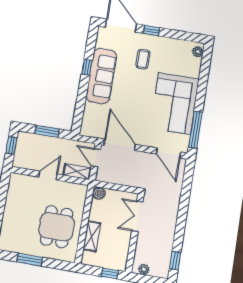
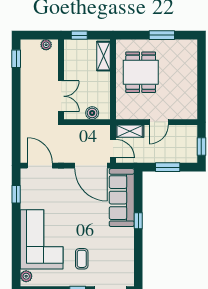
window: (87, 67) -> (138, 221), moved
sofa: (101, 76) -> (122, 198), moved
corner sofa: (175, 103) -> (42, 239), moved
window: (195, 130) -> (16, 194), width x0.46
boiler: (99, 193) -> (92, 113), moved
shelving: (92, 236) -> (103, 56), moved

